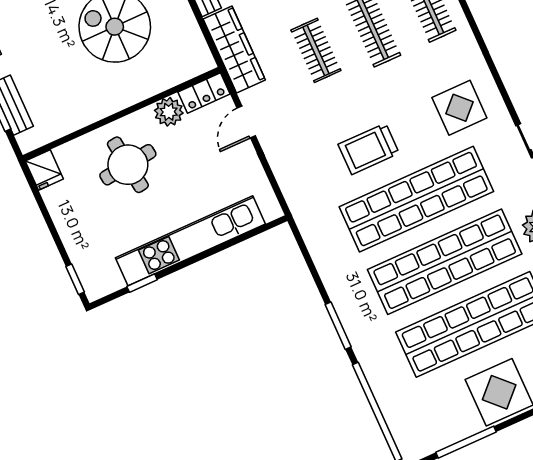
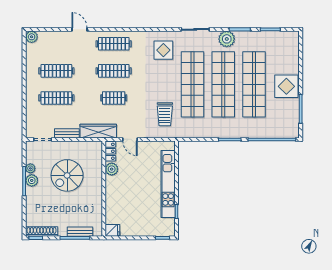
trolley: (369, 149) -> (165, 114), moved
round table: (128, 165) -> (126, 195), removed

